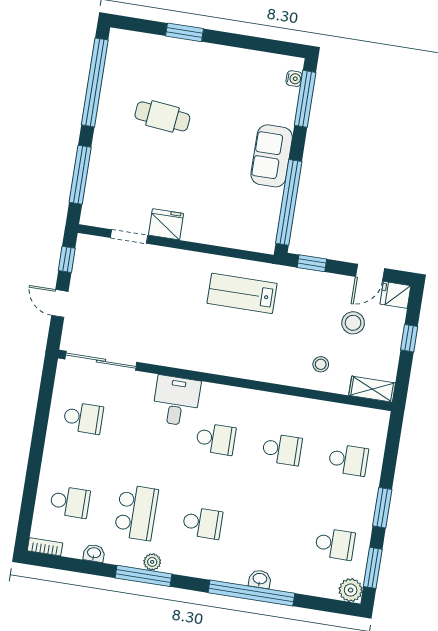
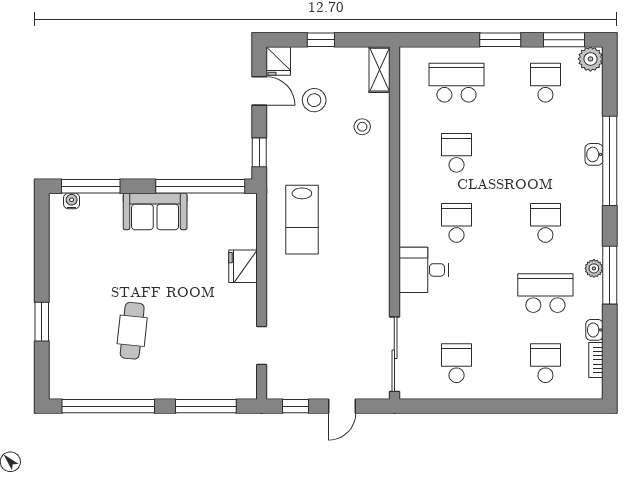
fridge: (166, 224) -> (243, 266), moved
school desk: (348, 460) -> (456, 83), width x1.85
bookcase: (45, 547) -> (596, 360), moved

